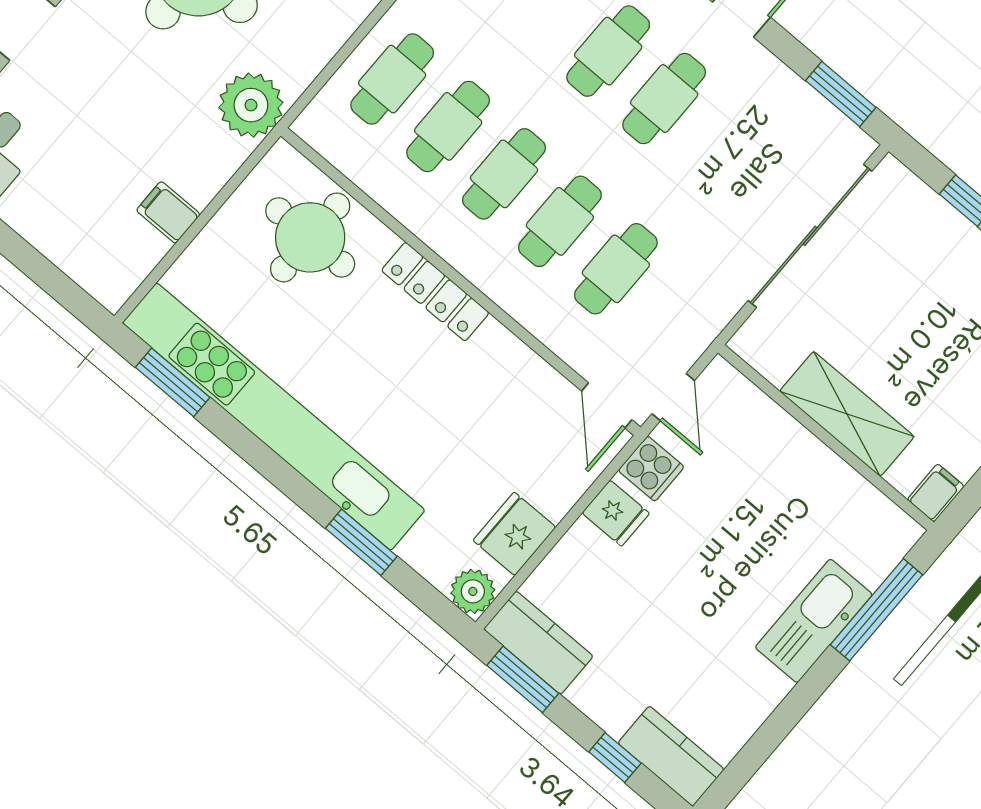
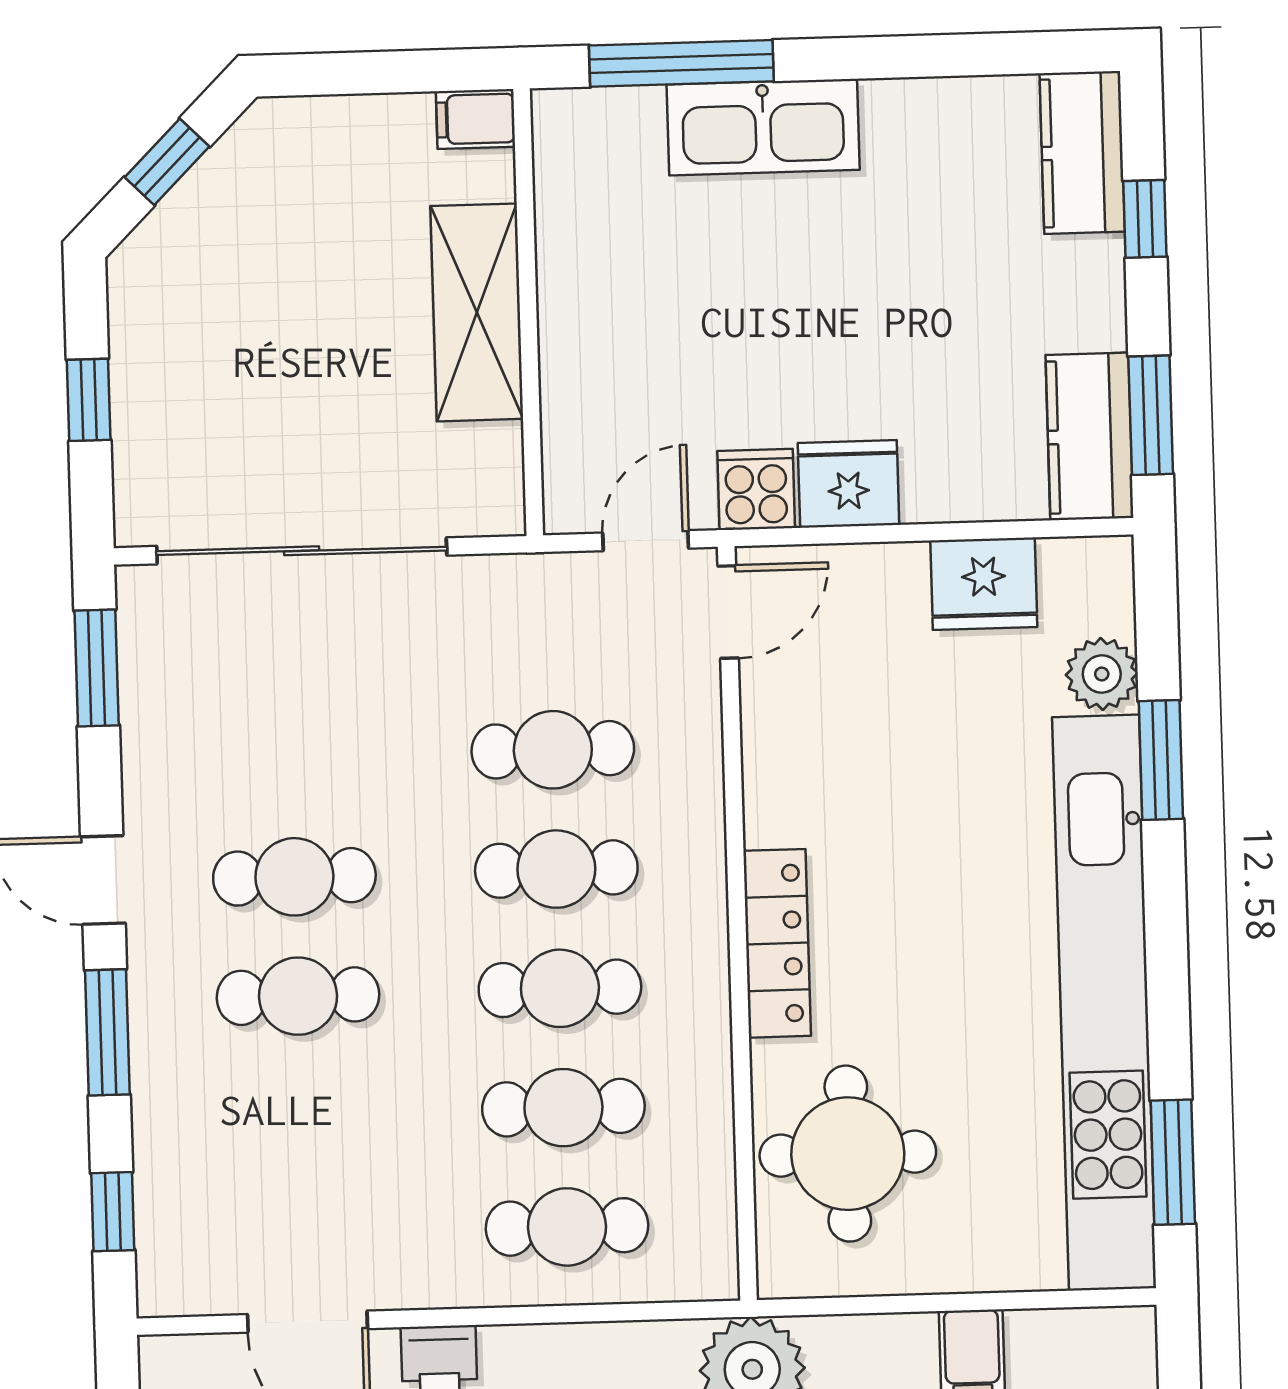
fridge: (616, 513) -> (848, 484), width x1.38
plant: (473, 591) -> (1102, 674), moved

